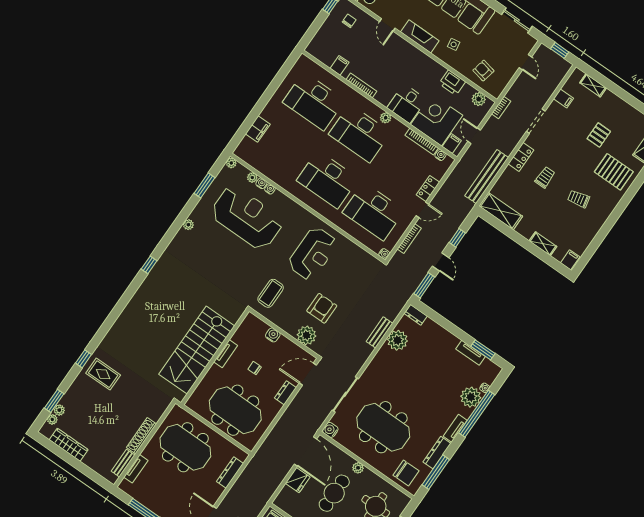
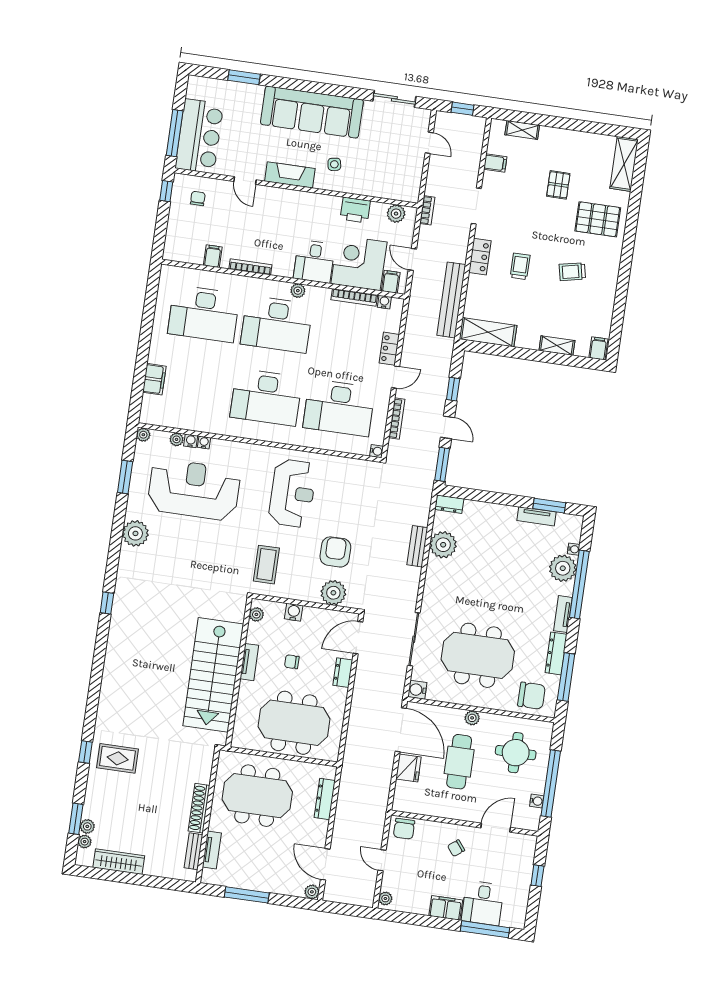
armchair: (483, 71) -> (385, 177), removed
plant: (188, 225) -> (135, 533), width x1.88, depth x1.88
plant: (247, 324) -> (256, 614), added

